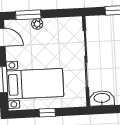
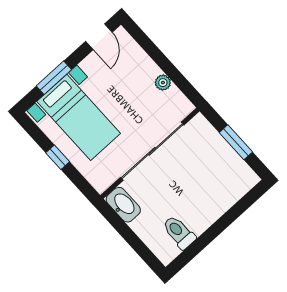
window: (28, 15) -> (149, 47), removed
plant: (37, 24) -> (163, 83), moved

